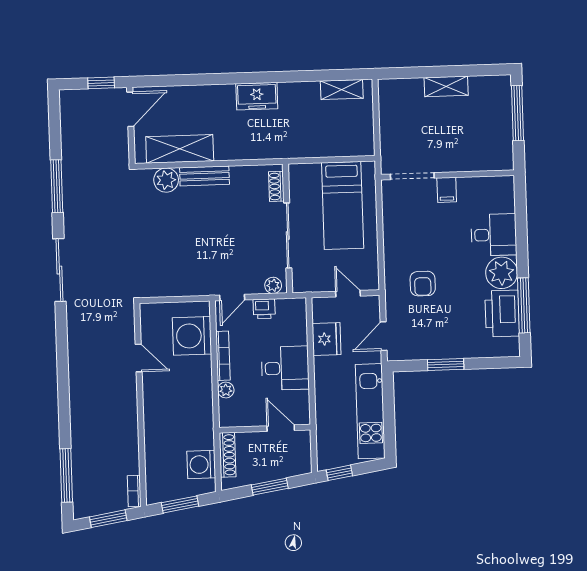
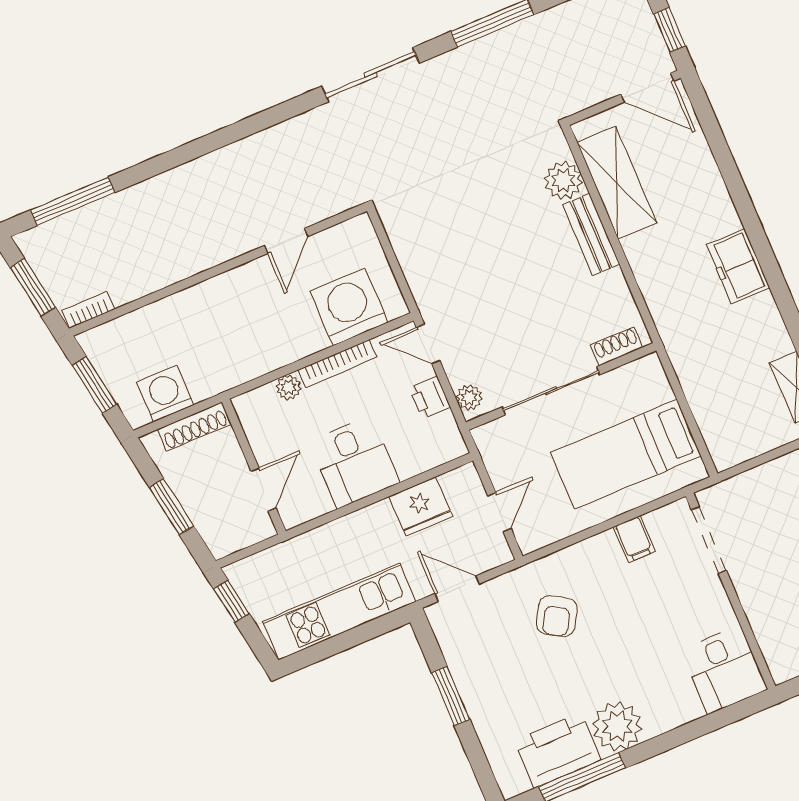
filing cabinet: (447, 190) -> (634, 539), moved, turned -90
desk: (494, 235) -> (724, 670), moved
armchair: (423, 284) -> (557, 616), turned -59

